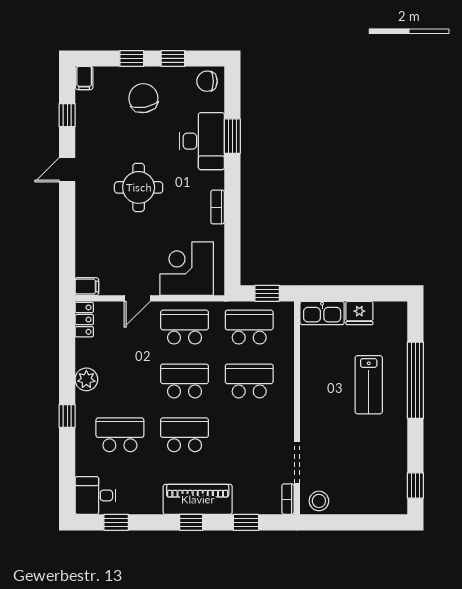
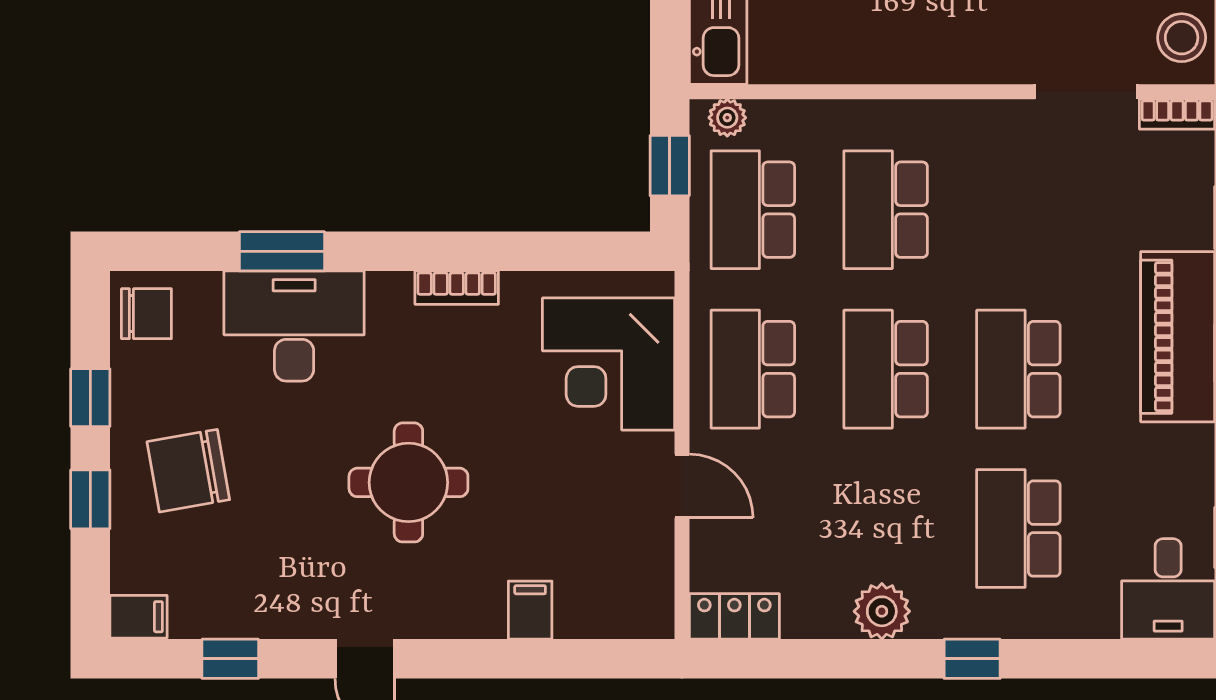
chair: (207, 81) -> (146, 314), turned -90
filing cabinet: (87, 287) -> (530, 610), moved
plant: (286, 317) -> (727, 118), added

